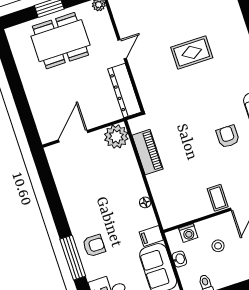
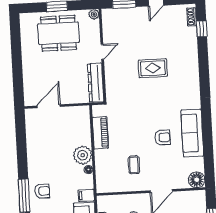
plant: (116, 136) -> (83, 155), moved
armchair: (228, 137) -> (163, 137), turned 90
coffee table: (218, 198) -> (134, 165), moved
washing machine: (188, 233) -> (114, 201), removed

